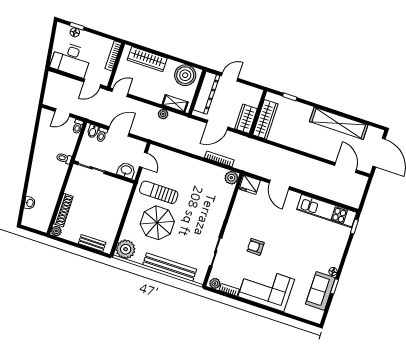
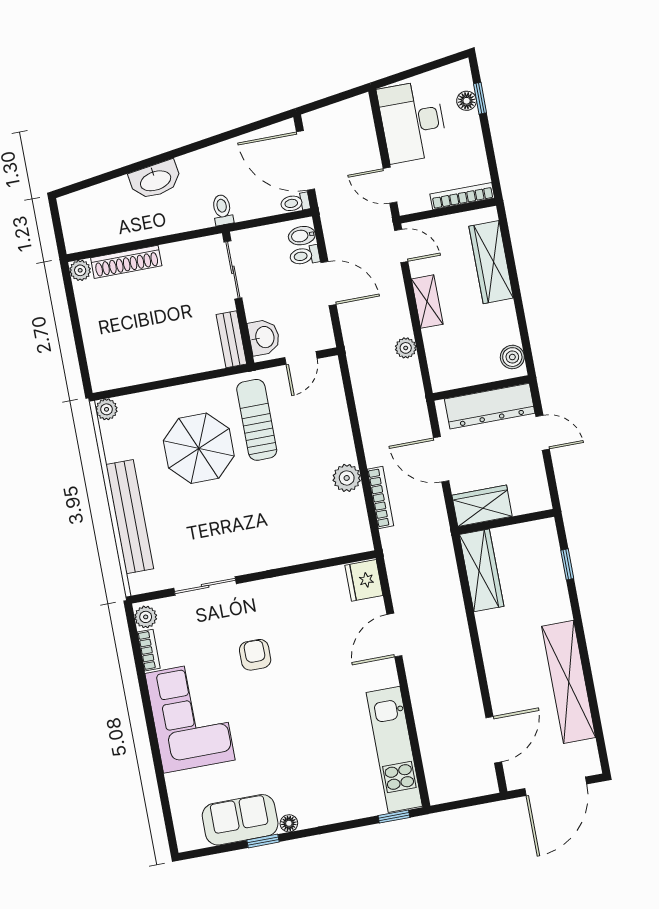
boiler: (185, 75) -> (512, 357), width x0.54, depth x0.54
shelving: (175, 103) -> (427, 302), moved
door: (63, 113) -> (305, 160), width x1.88
wardrobe: (265, 119) -> (482, 570), moved, turned -90
plant: (231, 178) -> (347, 478), moved
washbasin: (30, 203) -> (155, 180), moved, width x1.91, depth x1.45
bench: (92, 243) -> (231, 339), moved
plant: (126, 249) -> (107, 409), width x0.53, depth x0.53

